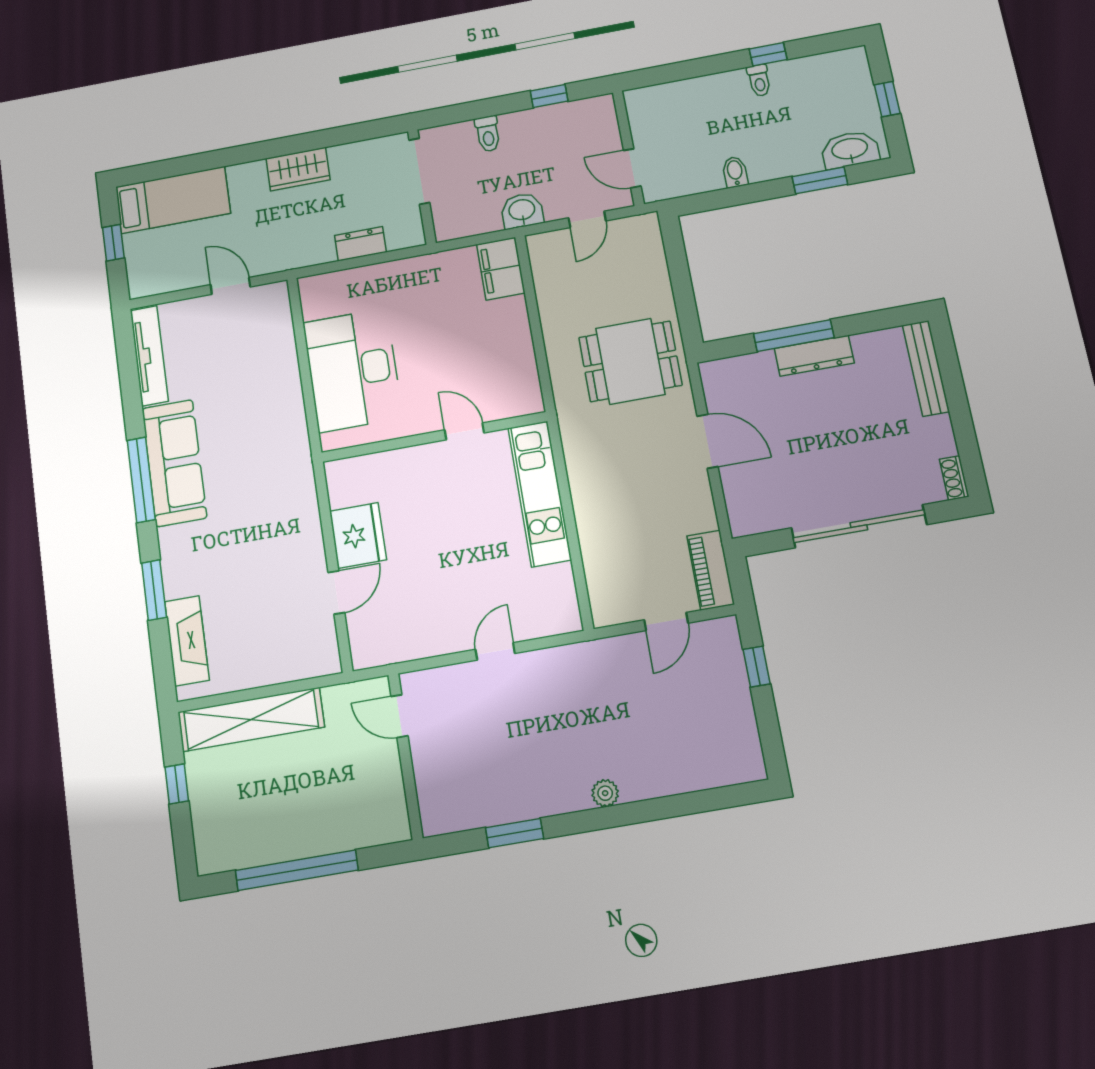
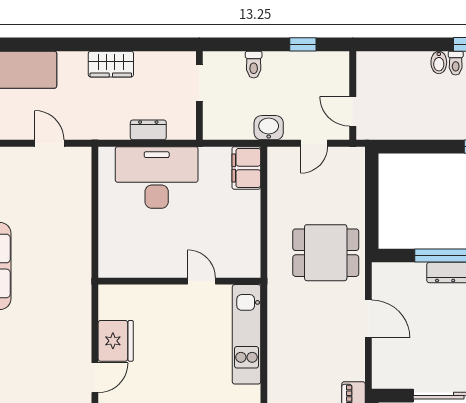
doorway: (419, 171) -> (199, 83), width x0.73
bidet: (735, 172) -> (439, 62), moved, turned 180
desk: (353, 370) -> (157, 178), moved, turned 90

